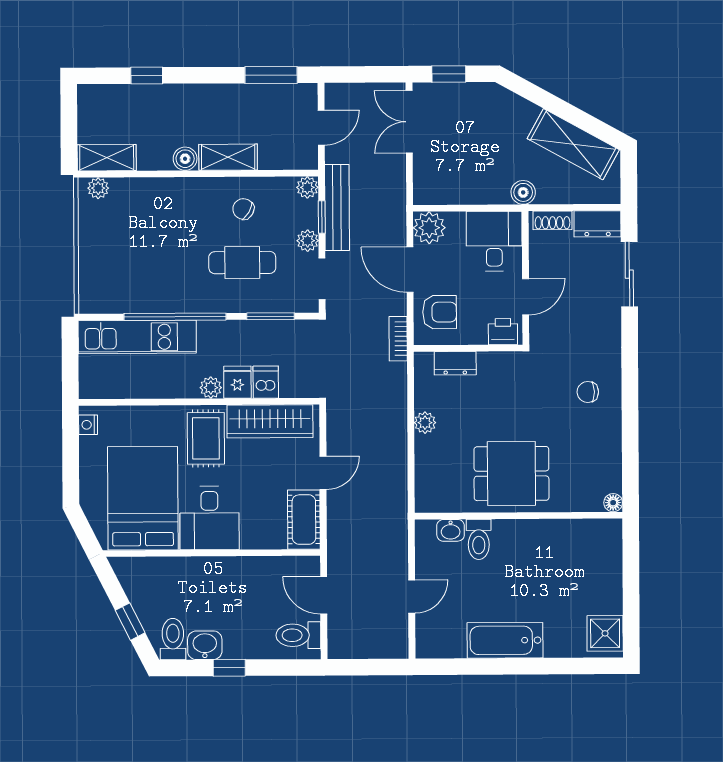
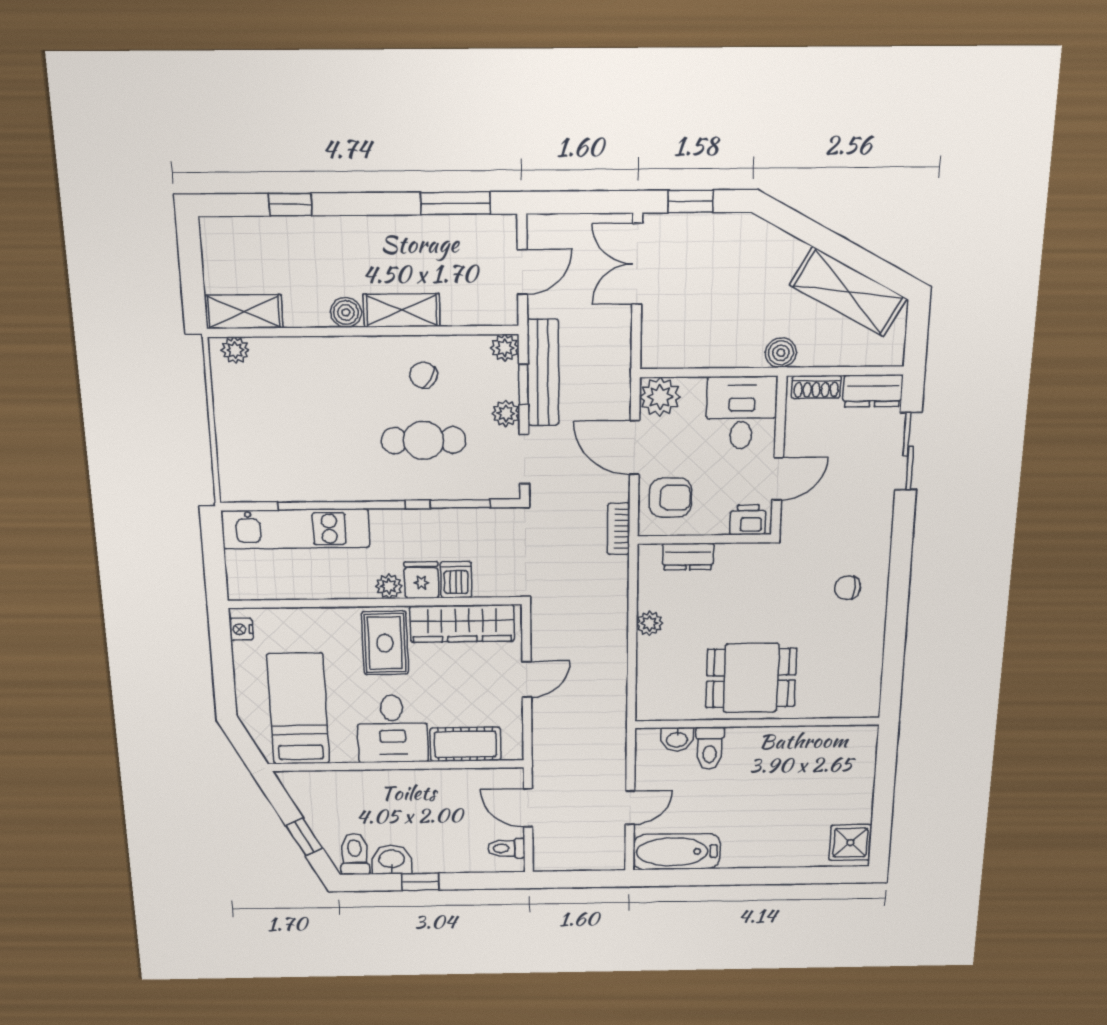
bed: (143, 498) -> (298, 709), width x0.67
floor lamp: (613, 503) -> (869, 708), removed
cot: (304, 520) -> (465, 744), moved, turned 90
toilet: (298, 635) -> (506, 848), width x0.73, depth x0.72
bathtub: (505, 640) -> (676, 852), moved

